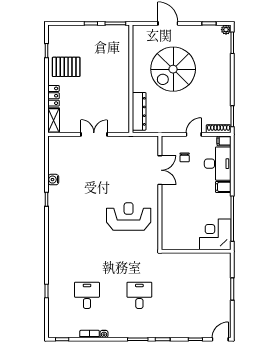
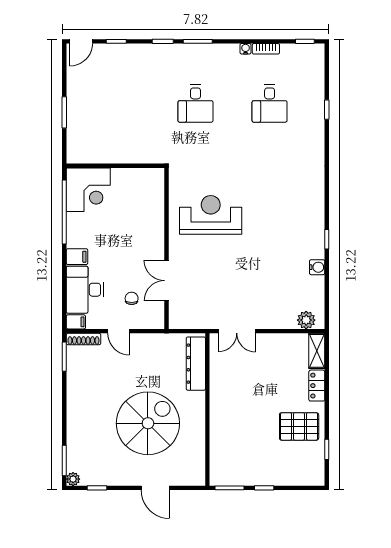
double door: (94, 134) -> (237, 331), moved
door: (194, 134) -> (119, 331), hinge flipped
plant: (61, 142) -> (306, 320), added
reception desk: (129, 216) -> (211, 215), turned 180

